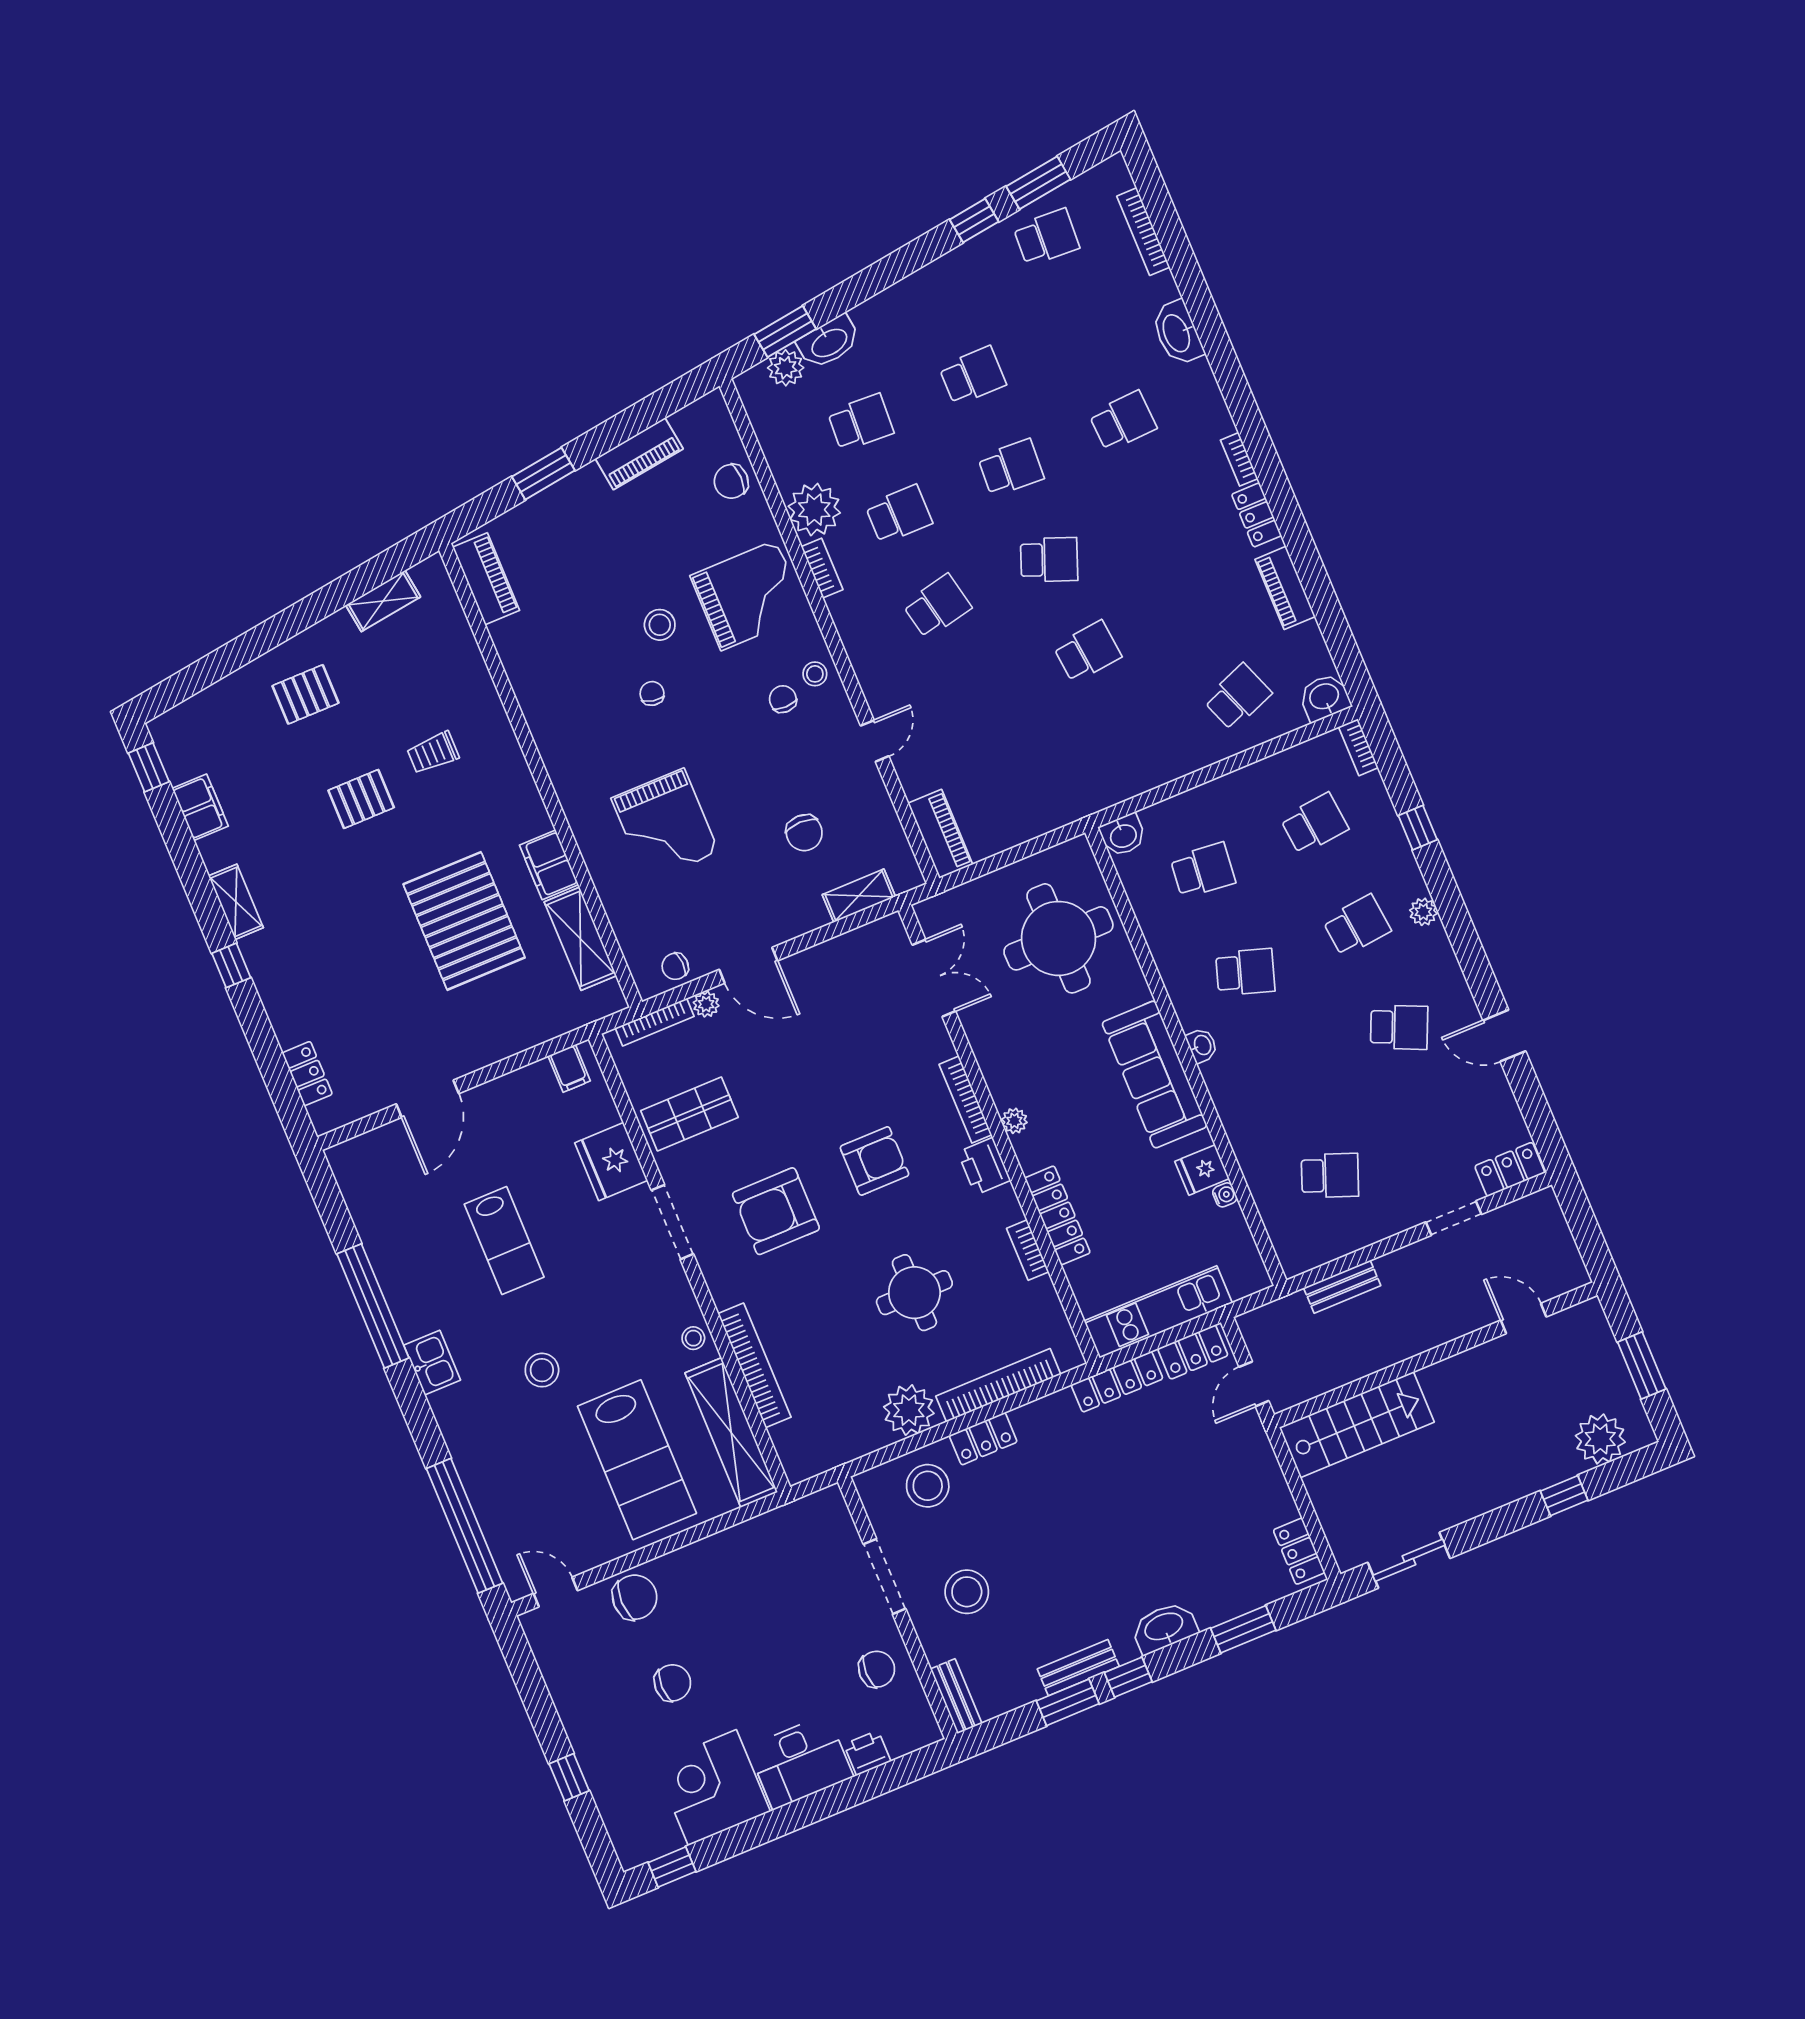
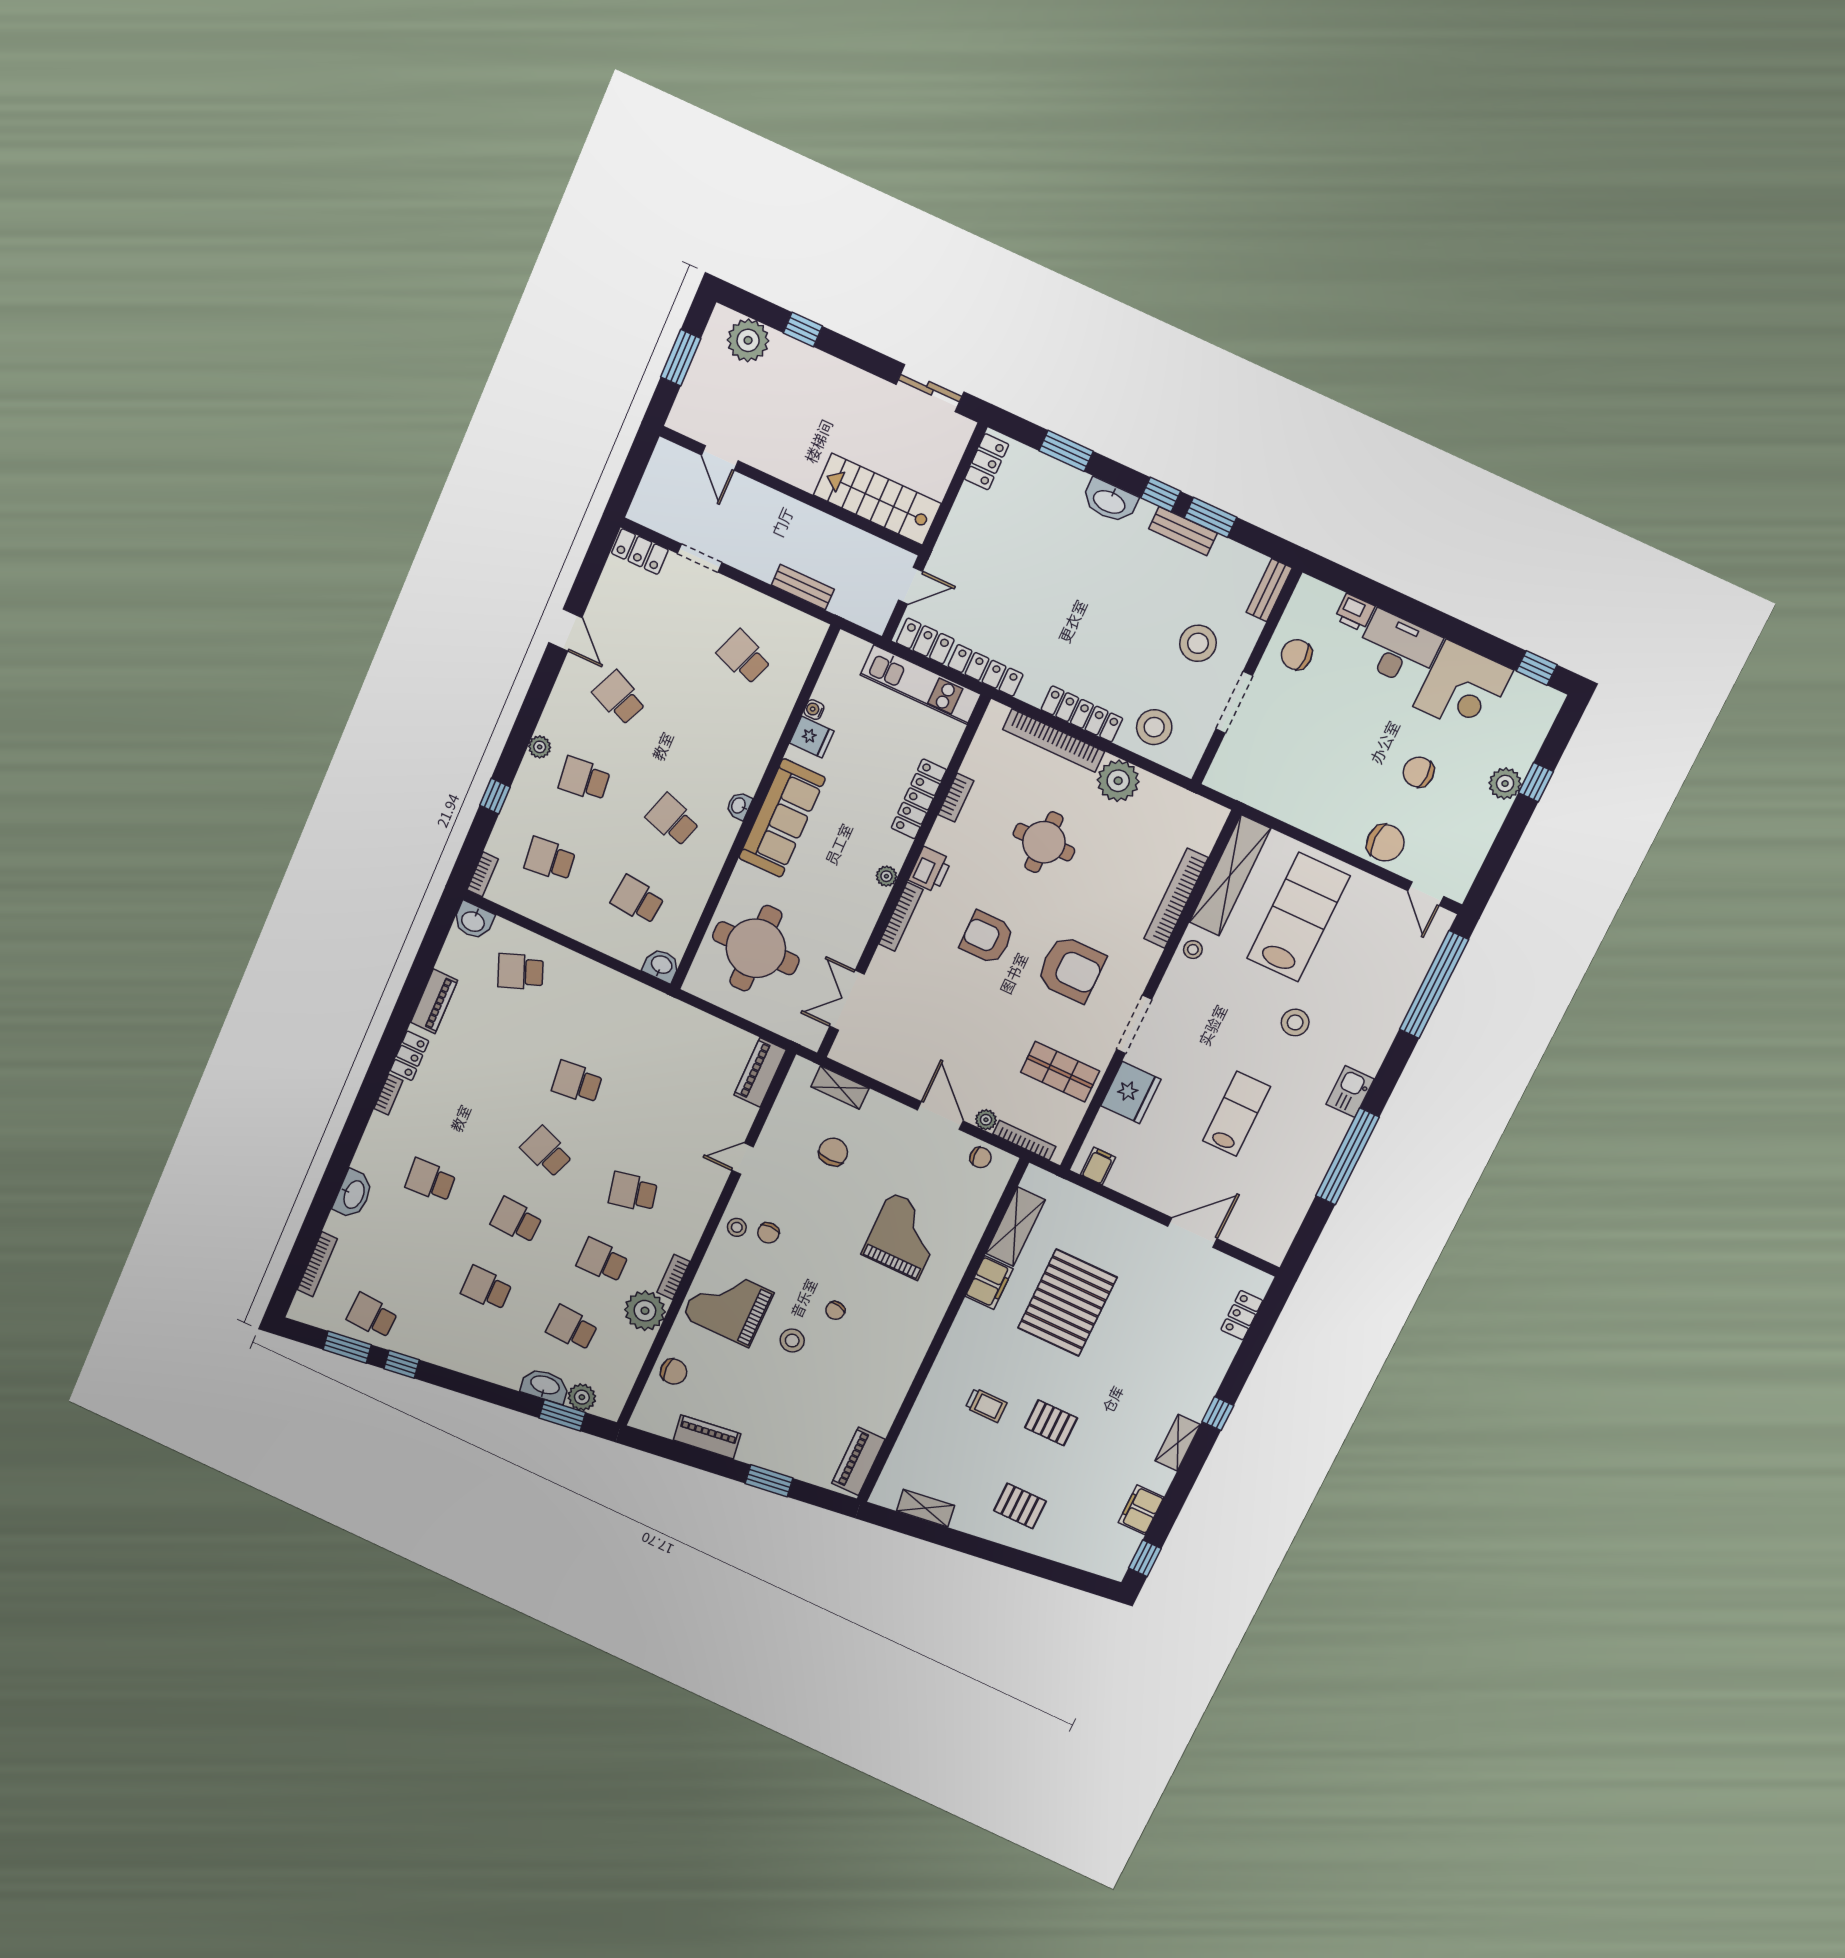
locker: (983, 1439) -> (1082, 714), width x1.53
chair: (635, 1597) -> (1385, 843), turned 180
plant: (593, 1749) -> (1505, 784), added

